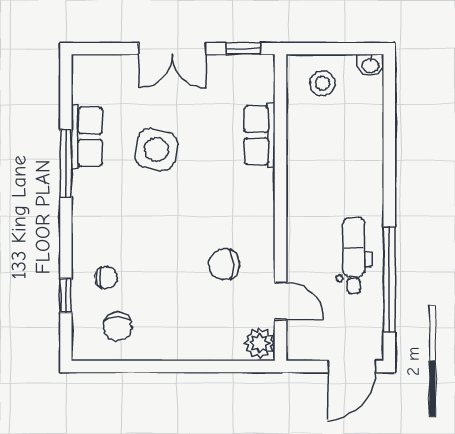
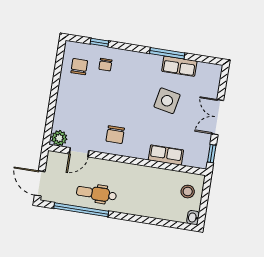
dental chair: (354, 256) -> (96, 194), turned 180
chair: (224, 264) -> (115, 135), moved, turned 180
chair: (118, 327) -> (79, 67), turned 90

